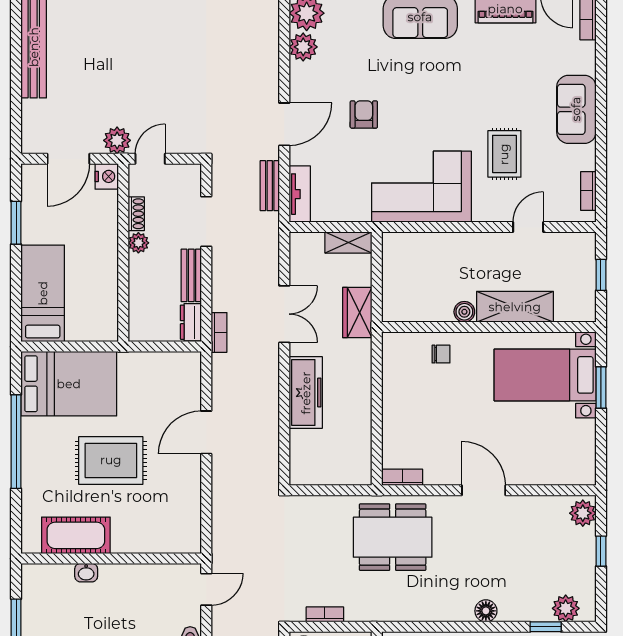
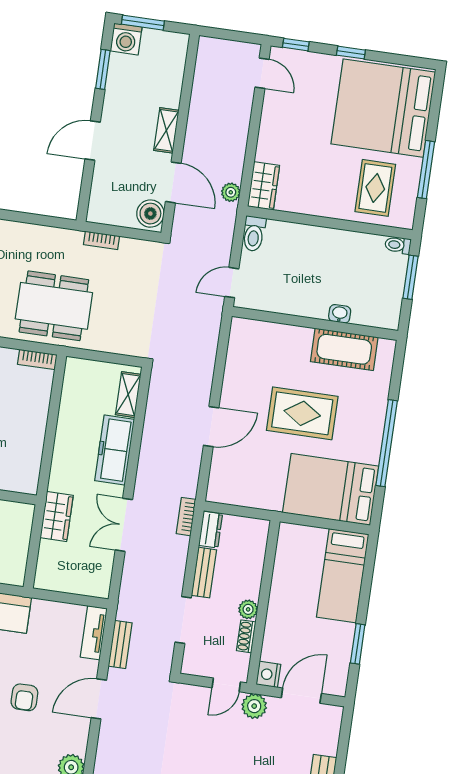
shelving: (348, 243) -> (128, 395), moved, turned 90
bookcase: (325, 614) -> (101, 240), moved

